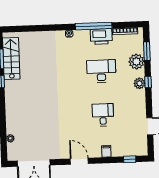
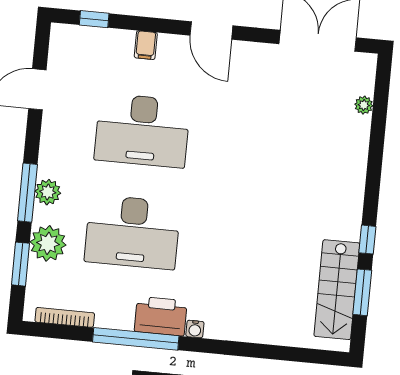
printer: (101, 36) -> (161, 316), moved
desk: (101, 71) -> (132, 232), width x1.36, depth x1.30
window: (148, 82) -> (27, 193), width x2.17
desk: (103, 115) -> (142, 130), width x1.87, depth x1.30

